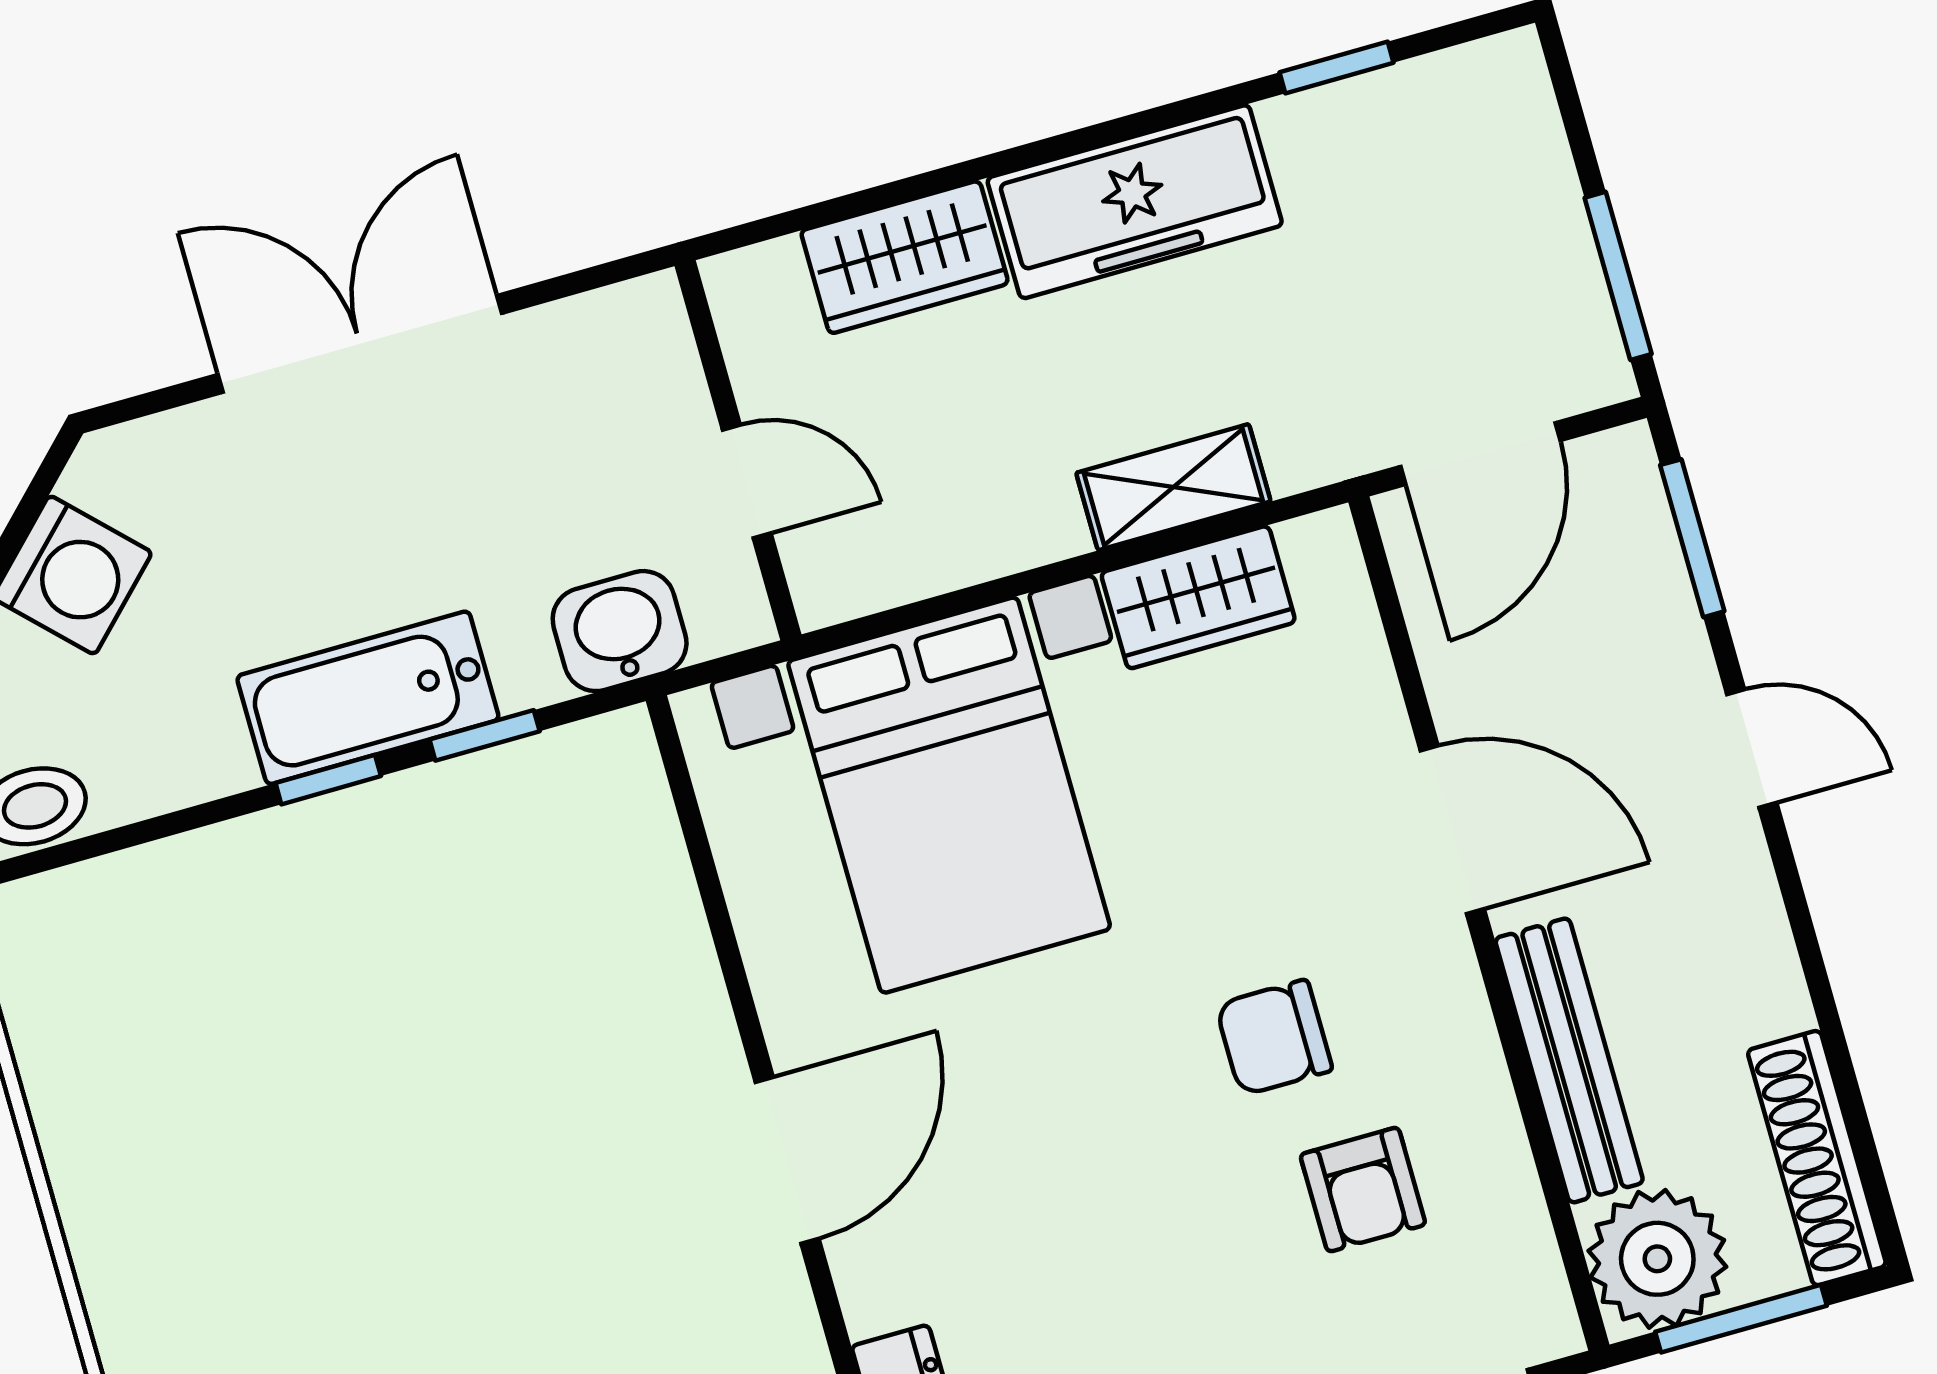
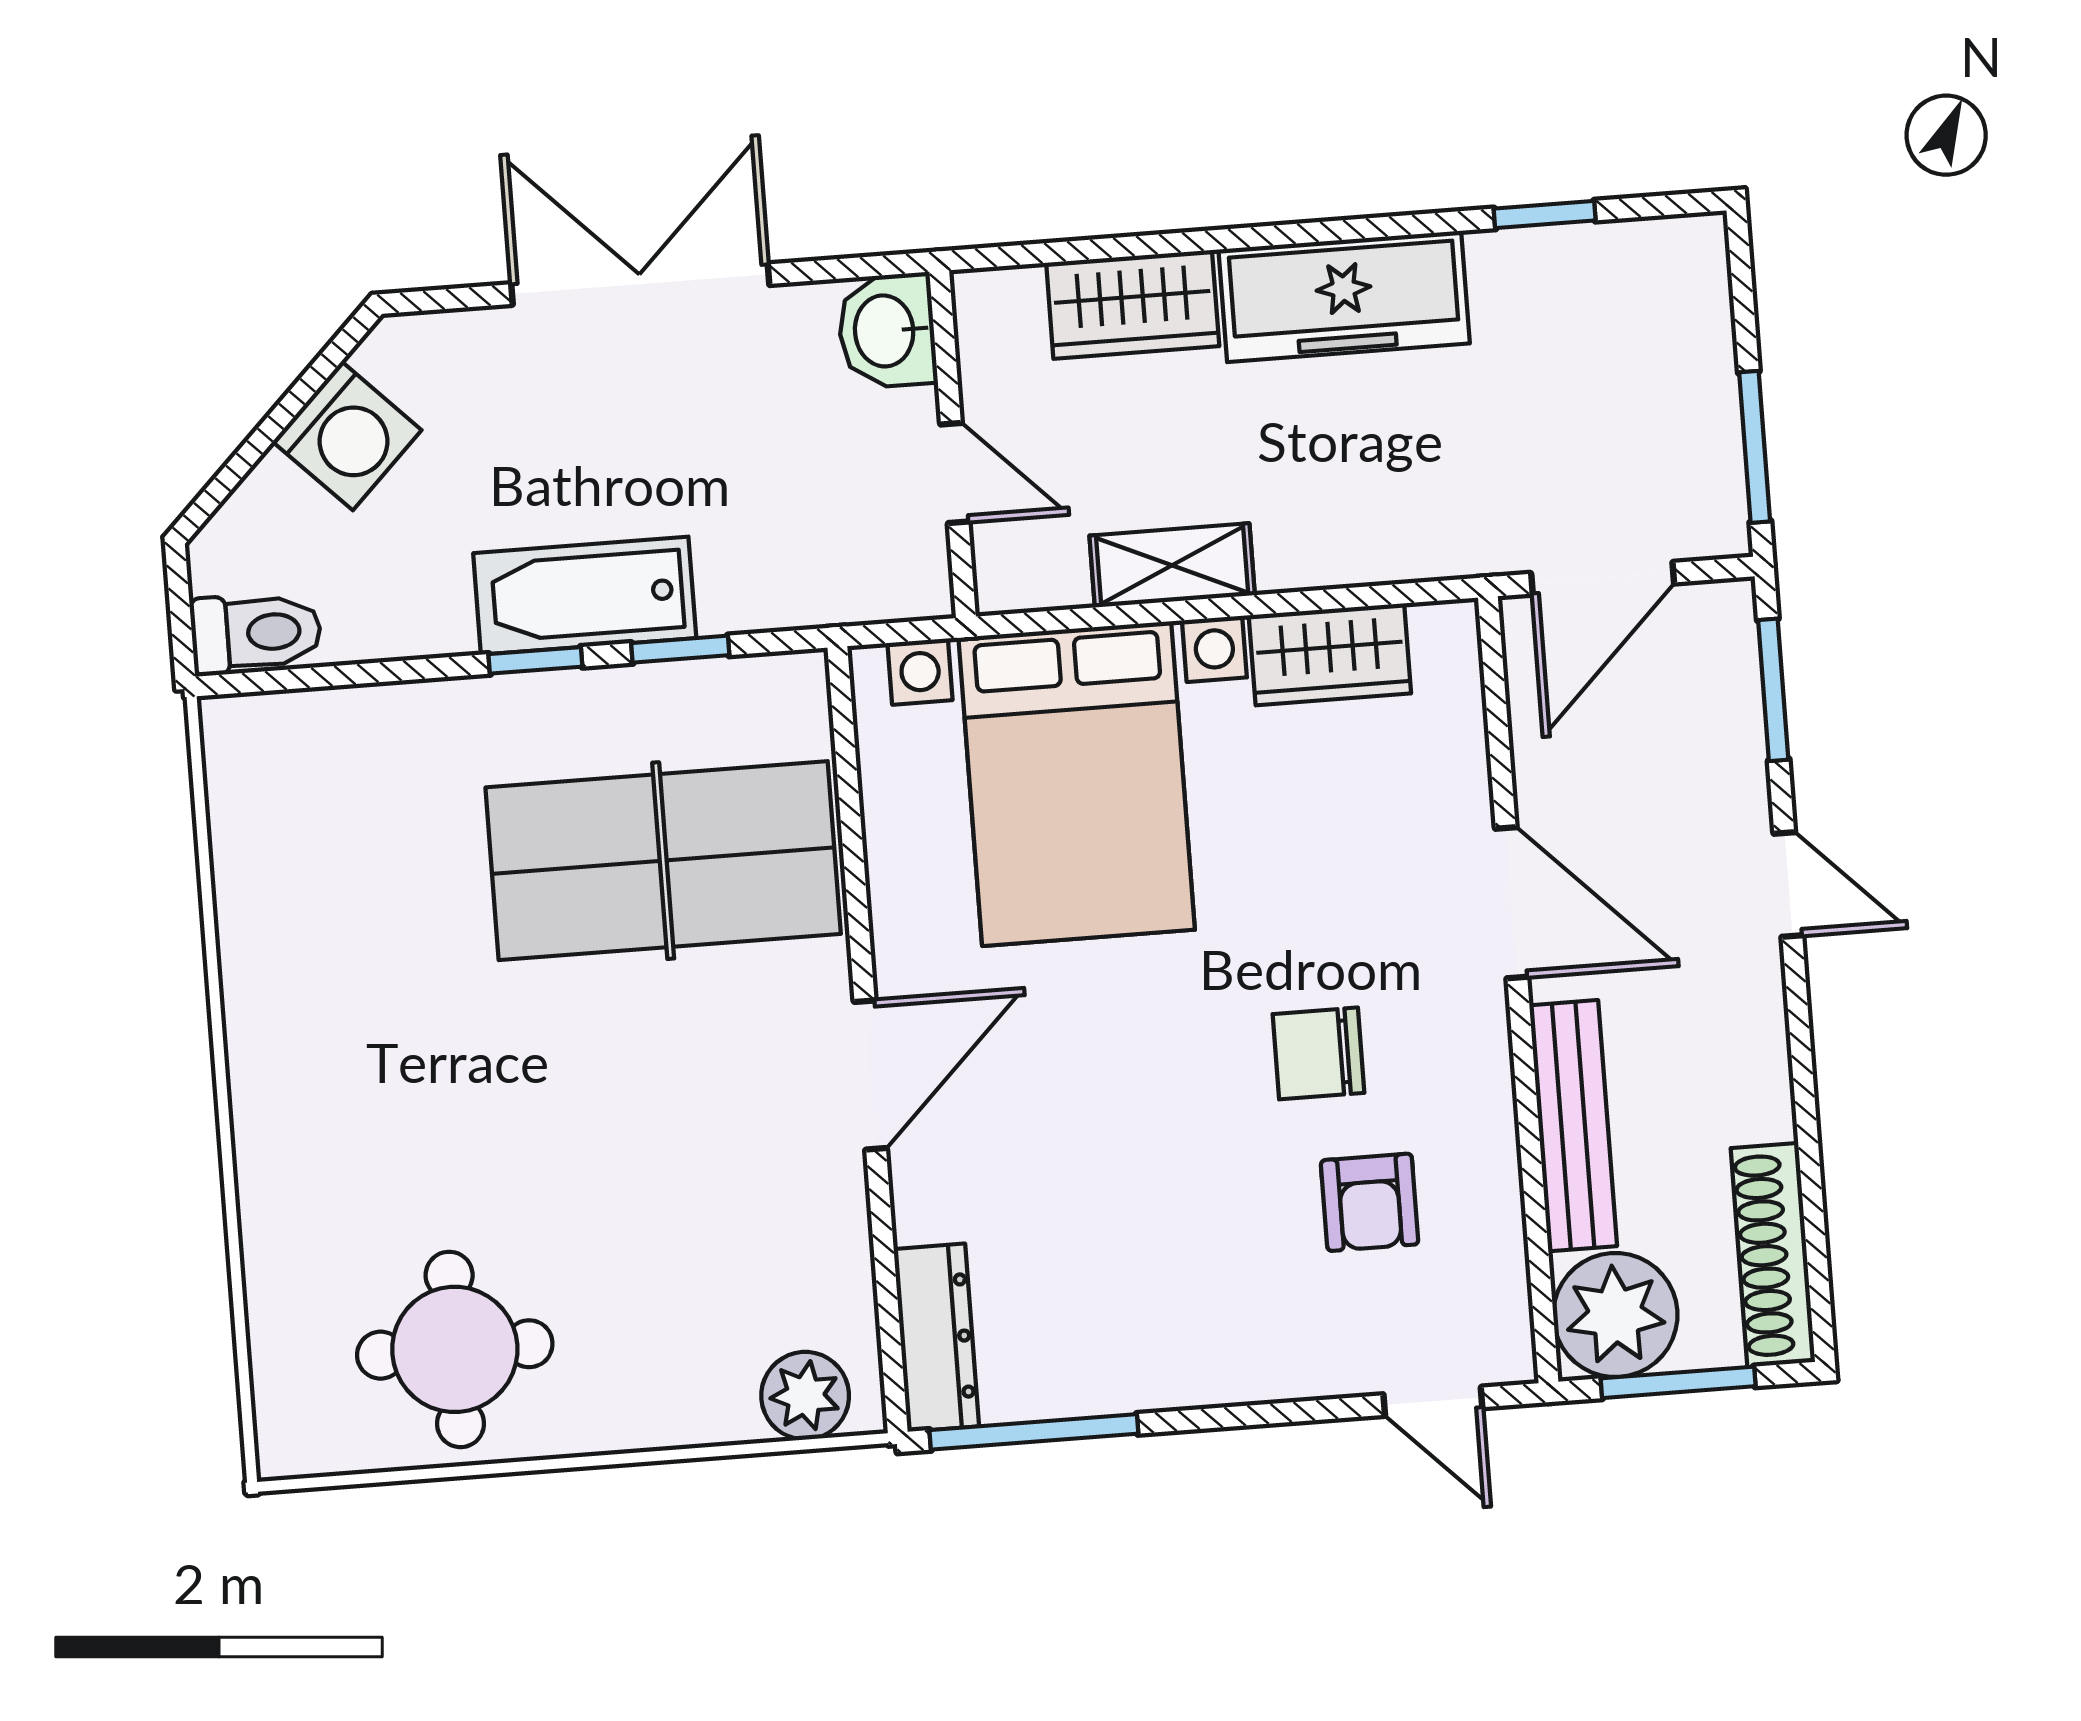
shelving: (1173, 487) -> (1172, 565), moved
washbasin: (620, 631) -> (887, 331), moved, turned -90
table tennis table: (513, 971) -> (663, 861), added

